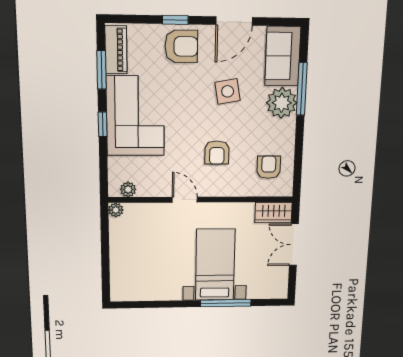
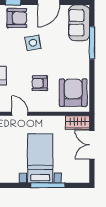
side table: (228, 91) -> (33, 43), moved
plant: (282, 103) -> (80, 52), removed
armchair: (217, 153) -> (40, 83), turned 90
armchair: (269, 167) -> (73, 93), width x1.88, depth x1.88

